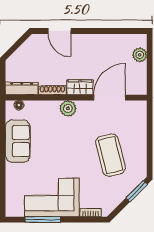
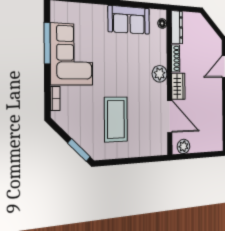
plant: (140, 55) -> (183, 146), moved
coffee table: (111, 155) -> (116, 119), turned -76

